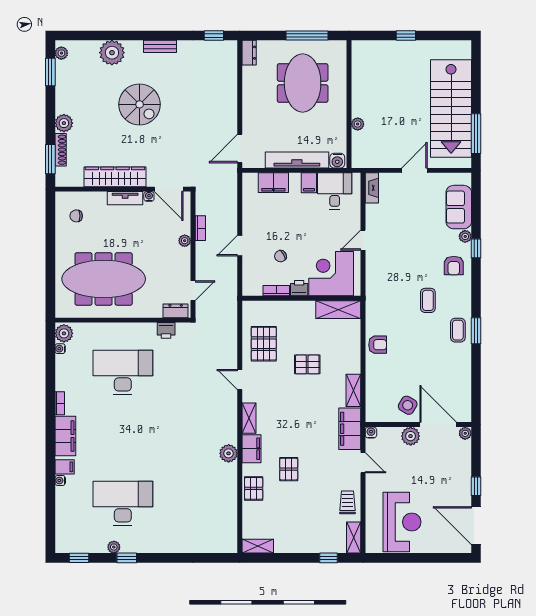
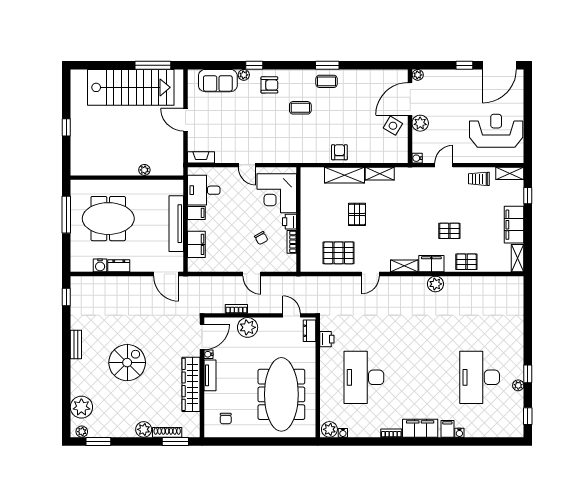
plant: (112, 53) -> (81, 407), moved
dresser: (249, 53) -> (119, 266), moved
water cooler: (337, 161) -> (100, 265), moved, turned 90
plant: (185, 241) -> (248, 327), width x1.88, depth x1.88
shelving: (338, 310) -> (344, 175), moved, turned 90
filing cabinet: (350, 429) -> (514, 225), moved, turned 90

